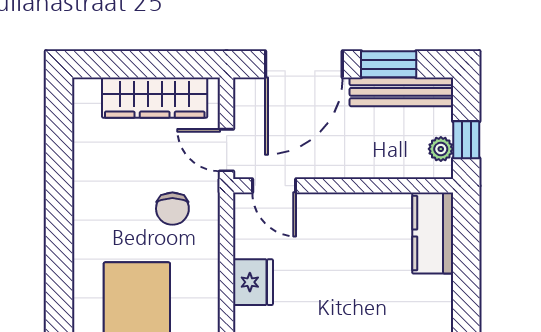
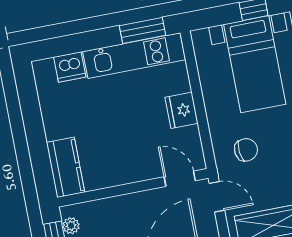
chair: (172, 209) -> (246, 150), turned 84

